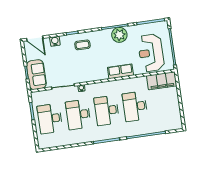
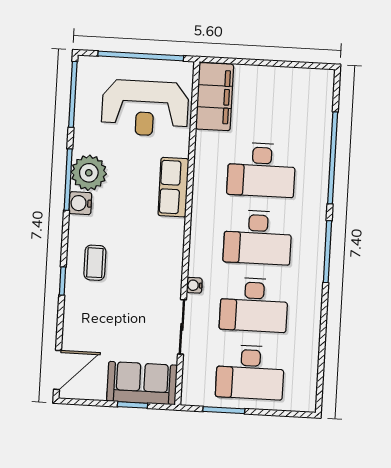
water cooler: (55, 41) -> (80, 203), moved

